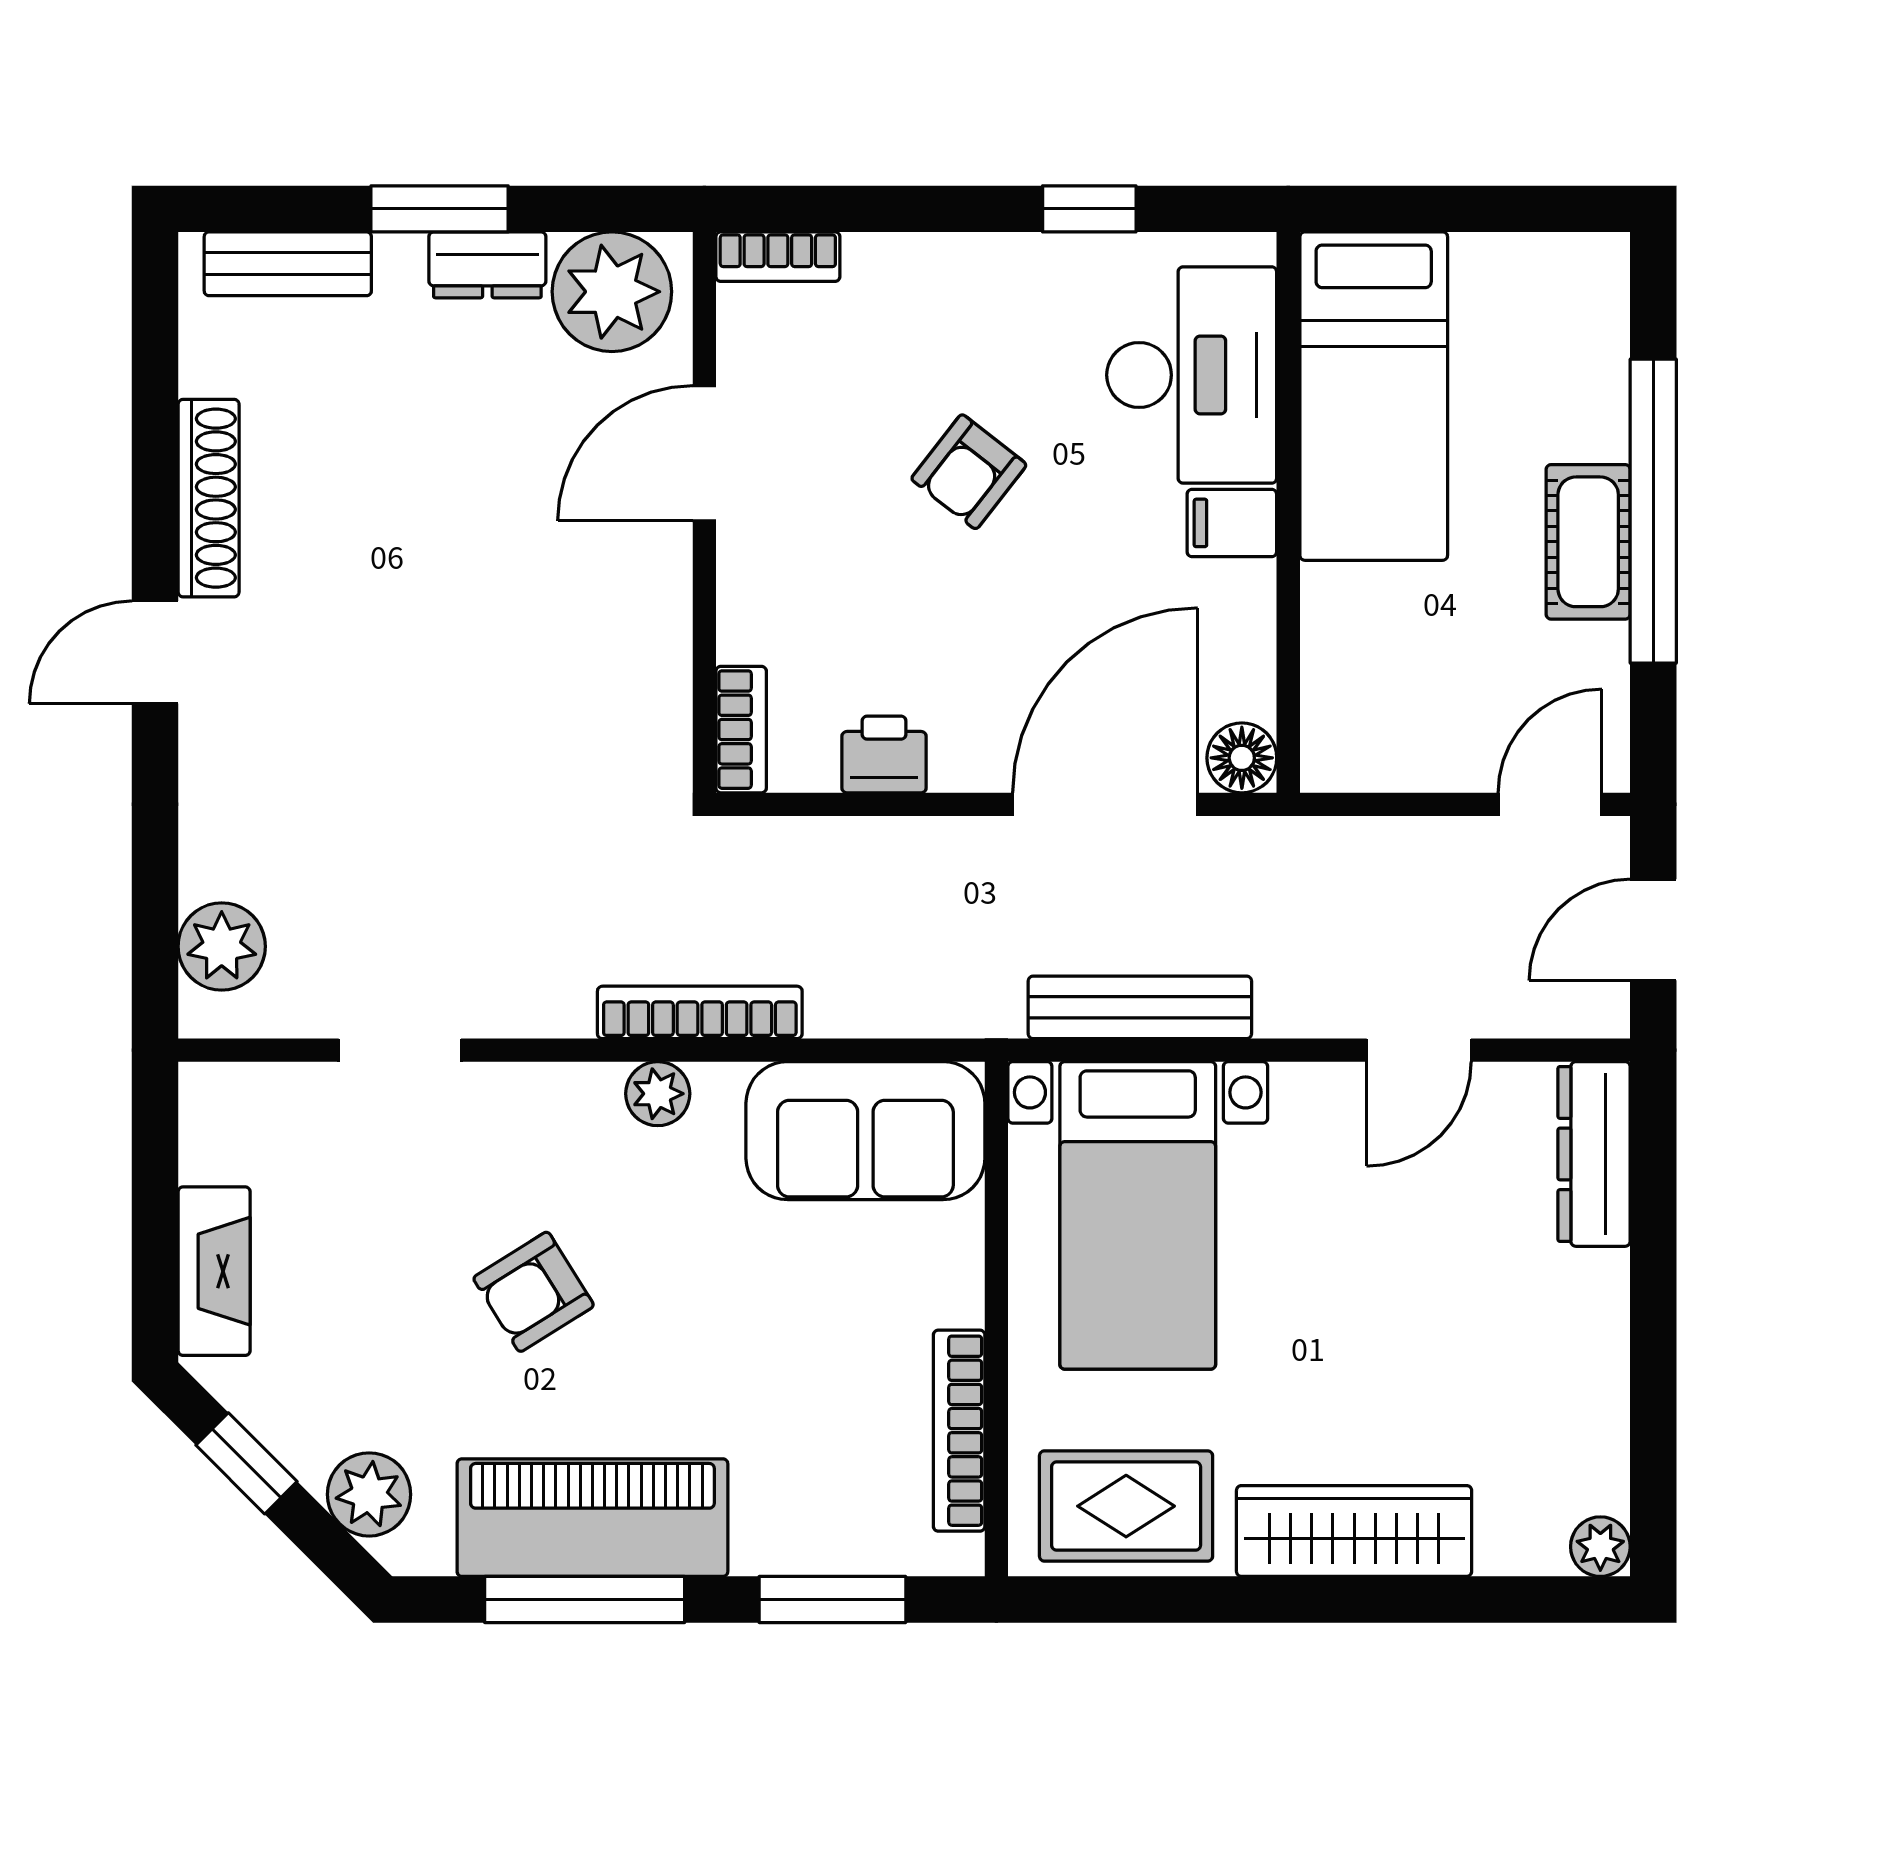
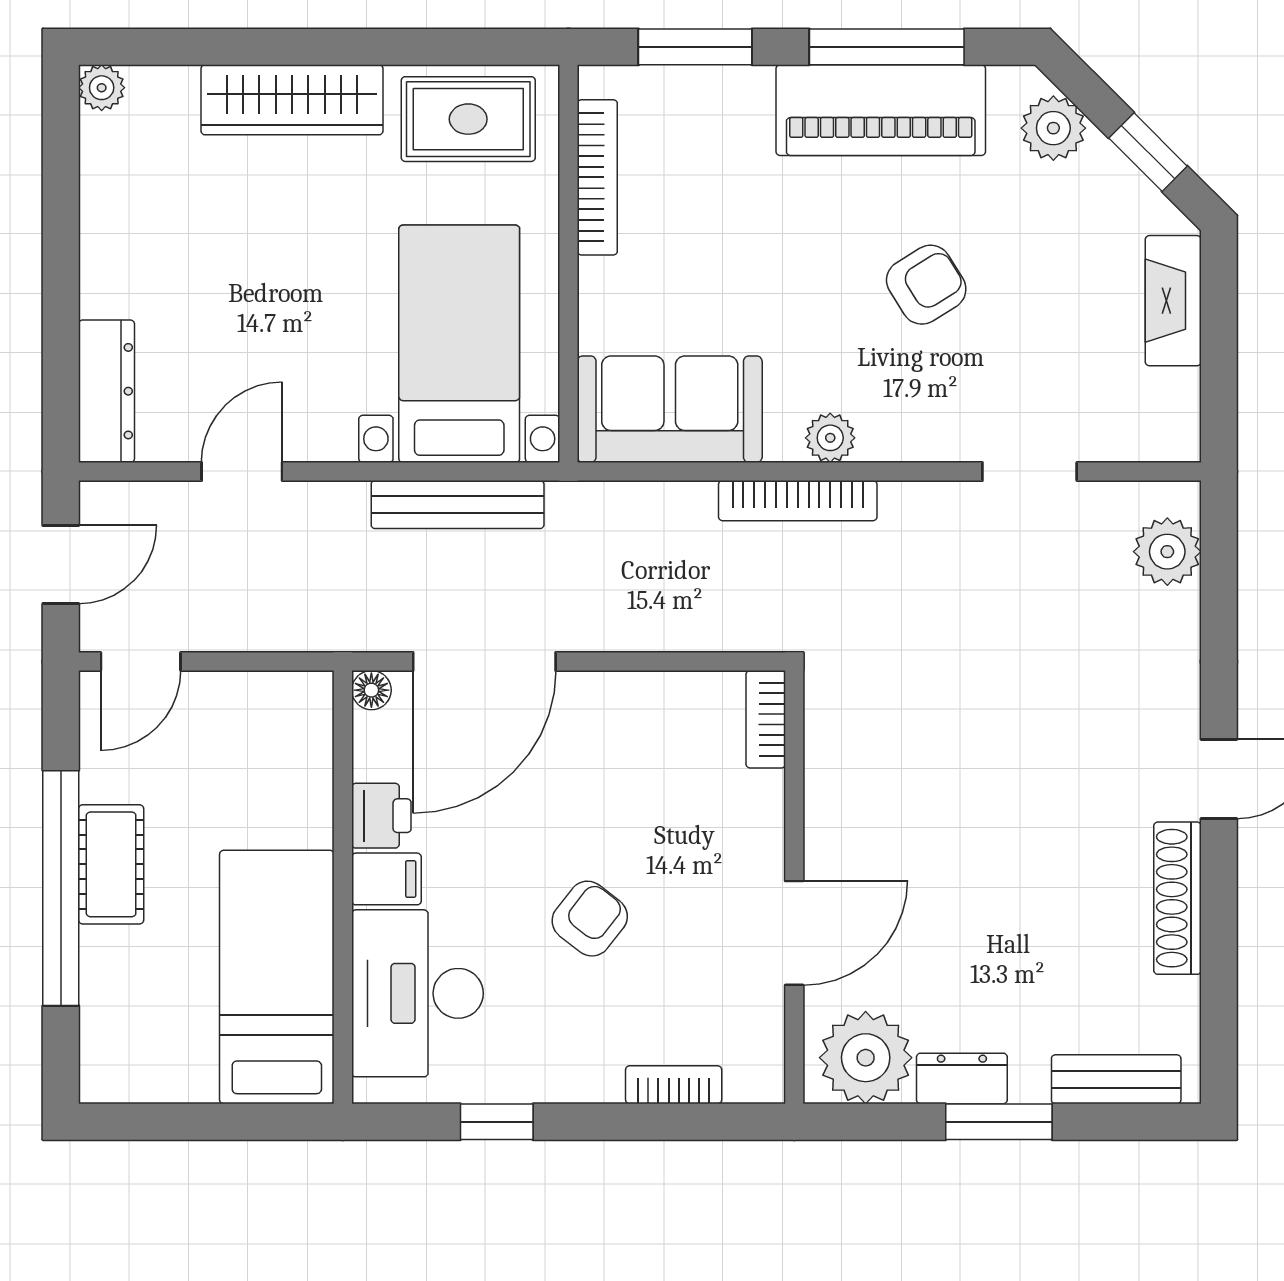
bookcase: (778, 257) -> (674, 1085), moved
printer: (884, 754) -> (381, 816), moved, turned -90
floor lamp: (1242, 758) -> (371, 690), width x0.73, depth x0.73

